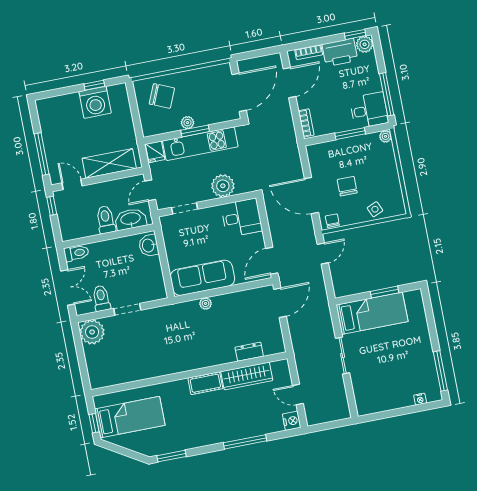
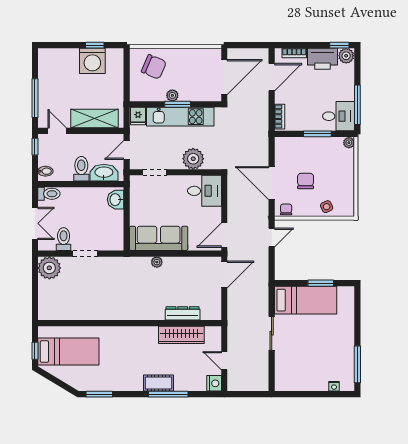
bidet: (68, 230) -> (45, 171), added
dresser: (249, 352) -> (183, 313), width x1.44
cot: (205, 383) -> (158, 383), moved

